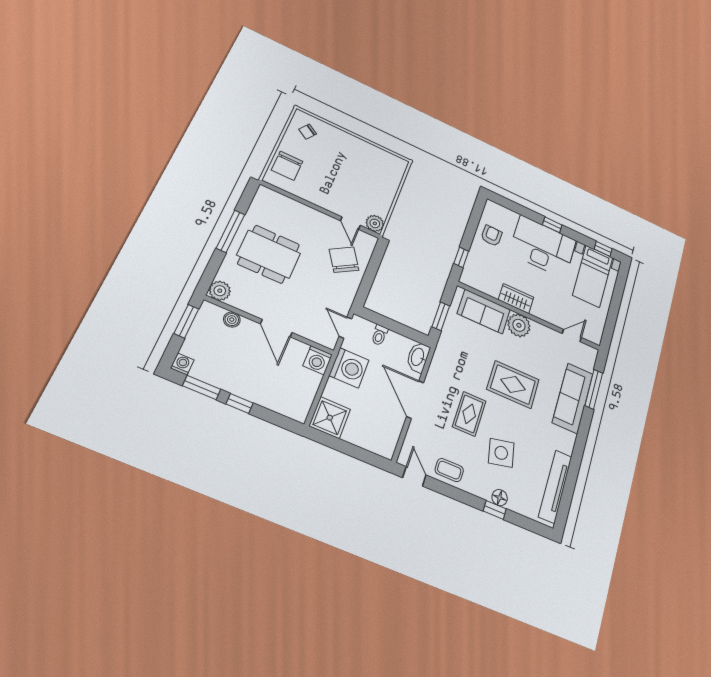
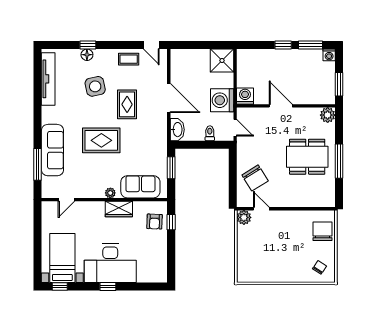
armchair: (492, 236) -> (155, 222), moved
boiler: (232, 320) -> (312, 99), removed
plant: (519, 325) -> (110, 193), width x0.53, depth x0.53

